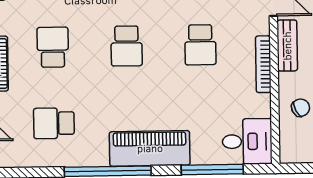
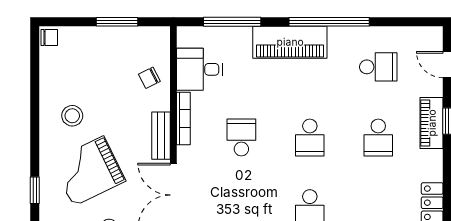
school desk: (127, 46) -> (310, 137), turned 180
desk: (247, 141) -> (199, 69), moved

